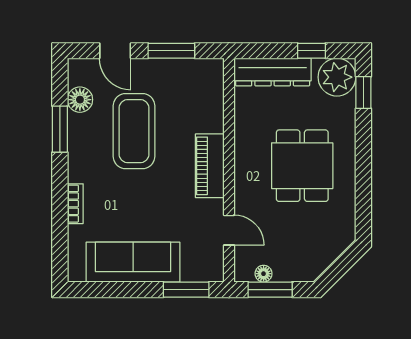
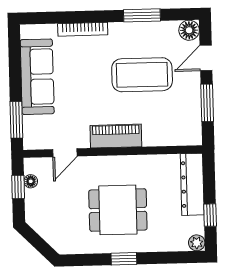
plant: (337, 77) -> (197, 243), width x0.53, depth x0.53
window: (363, 93) -> (124, 259), moved
floor lamp: (80, 100) -> (189, 30), moved
bookcase: (75, 204) -> (83, 29), width x1.56
window: (270, 290) -> (18, 187), width x0.67

